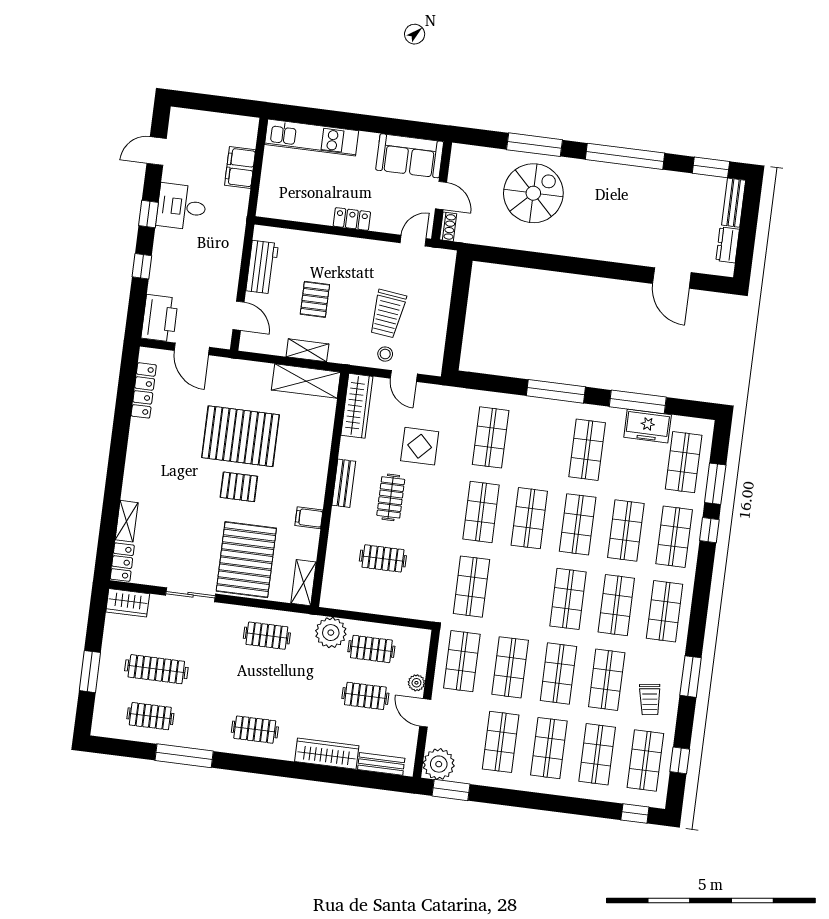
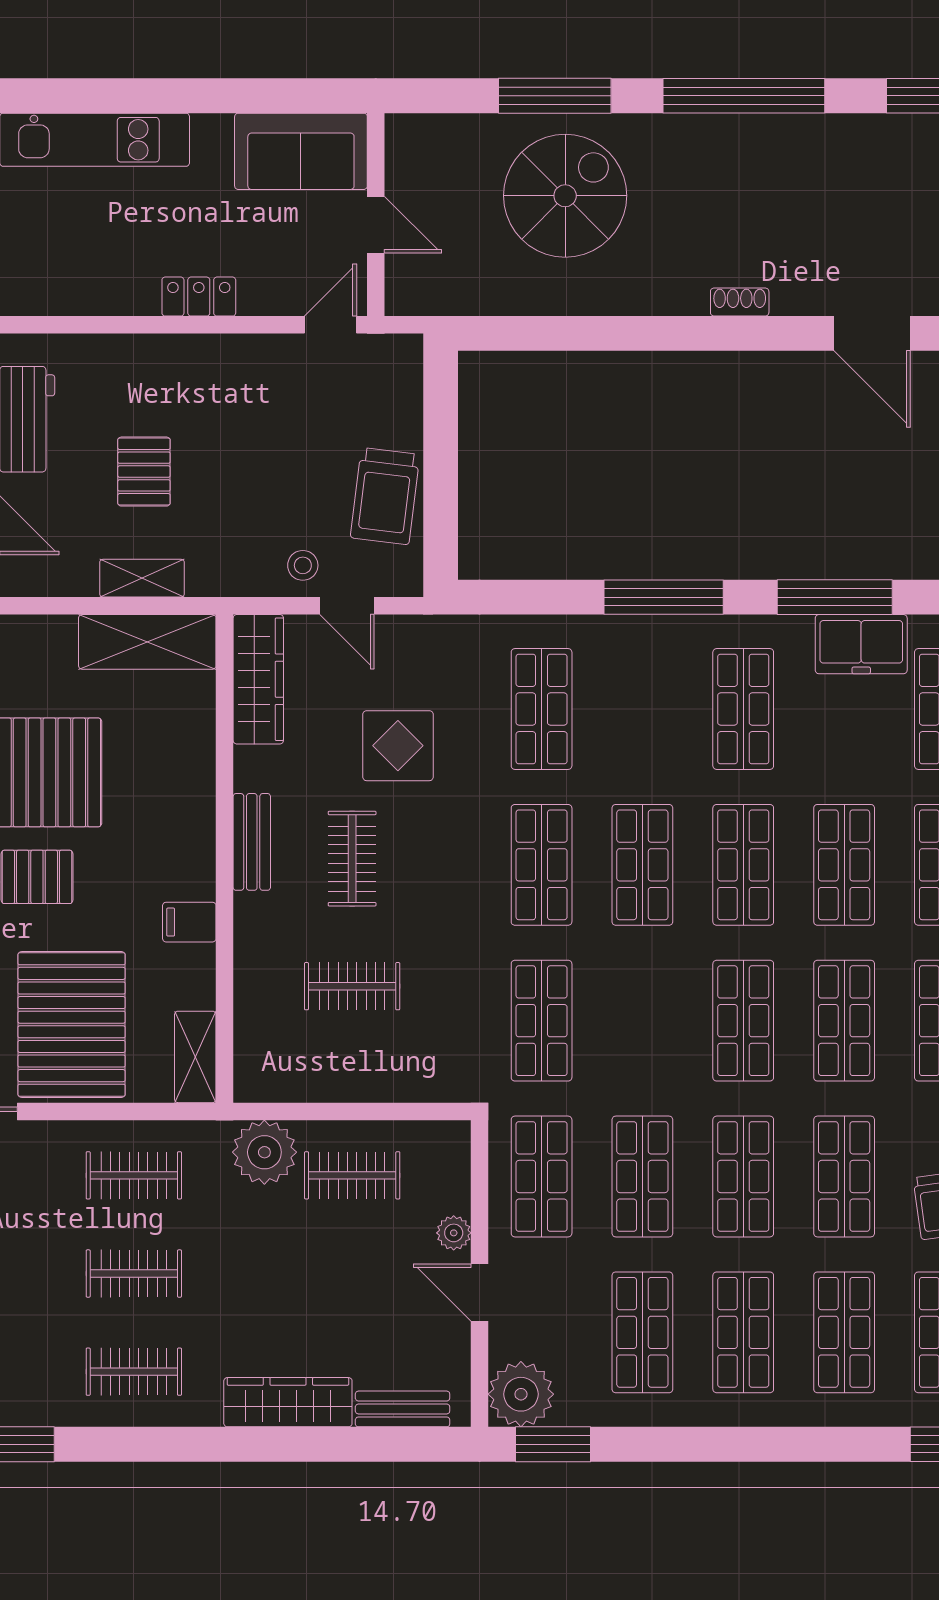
shoe rack: (448, 227) -> (740, 302), moved, turned -90
trolley: (388, 314) -> (385, 496), moved
clothes rail: (365, 696) -> (134, 1274), moved

